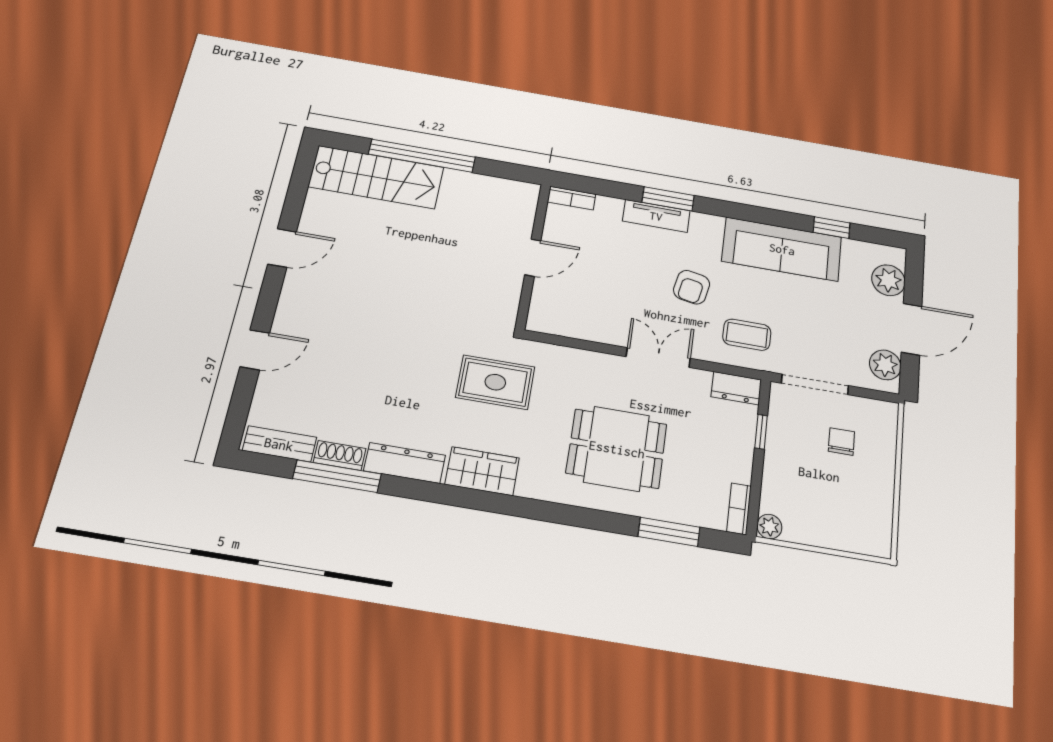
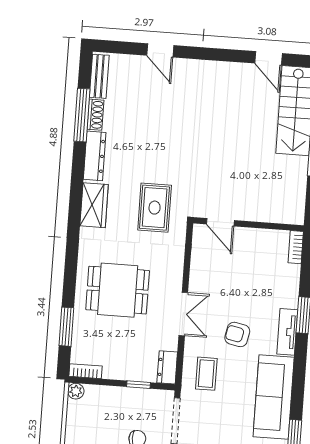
tv unit: (656, 216) -> (287, 332), moved
door: (282, 248) -> (268, 58), moved
door: (533, 258) -> (220, 222), moved
dining table: (617, 449) -> (118, 290), turned 90

